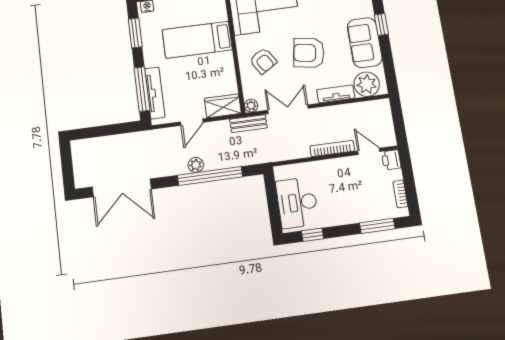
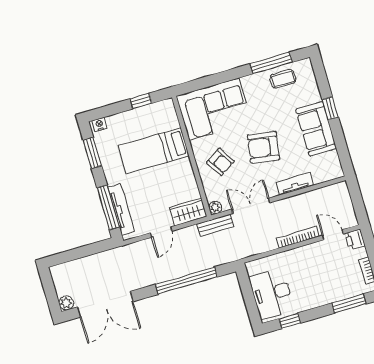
plant: (367, 84) -> (323, 170), removed
plant: (196, 165) -> (66, 303), moved

